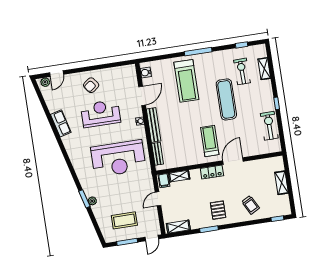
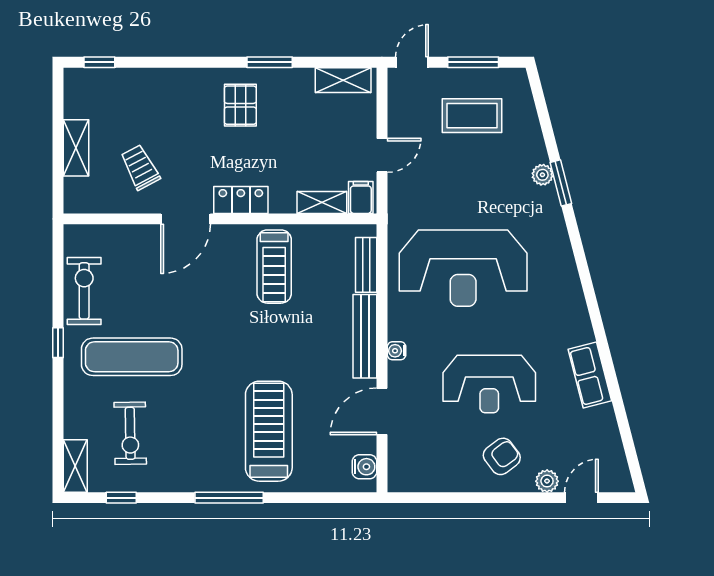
shelving: (264, 69) -> (75, 466), moved
plant: (45, 82) -> (547, 481), moved
exercise mat: (226, 99) -> (132, 357), moved, turned 90
exercise bike: (269, 126) -> (84, 291), turned 180
treadmill: (210, 141) -> (274, 267), moved
reception desk: (118, 158) -> (463, 268), turned 180
trolley: (251, 205) -> (140, 167), moved

